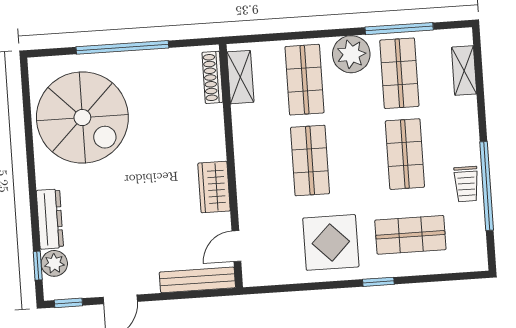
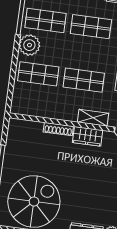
shoe rack: (212, 77) -> (58, 129), moved
shelving: (240, 77) -> (93, 118), moved

